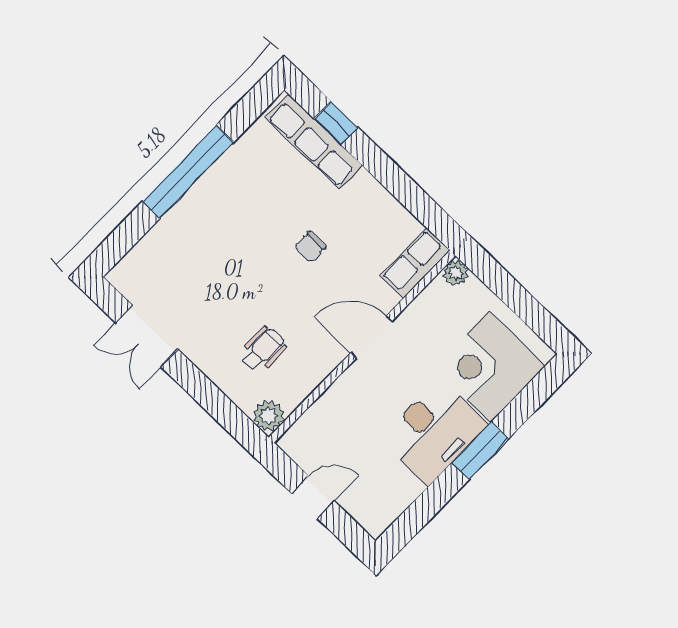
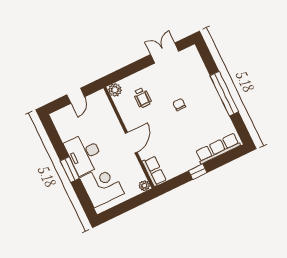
window: (336, 123) -> (198, 172), moved
chair: (310, 247) -> (179, 105), moved

